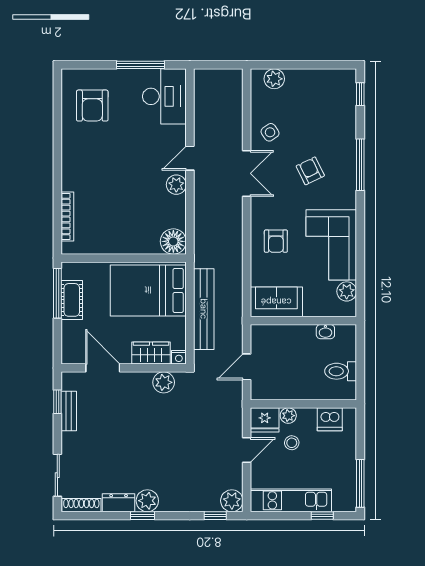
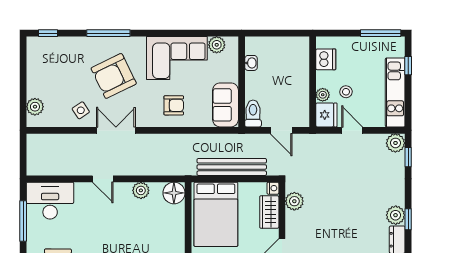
armchair: (310, 171) -> (114, 76), width x1.88, depth x1.88
plant: (176, 185) -> (141, 190), moved
toilet: (341, 371) -> (253, 113), moved, turned 180

